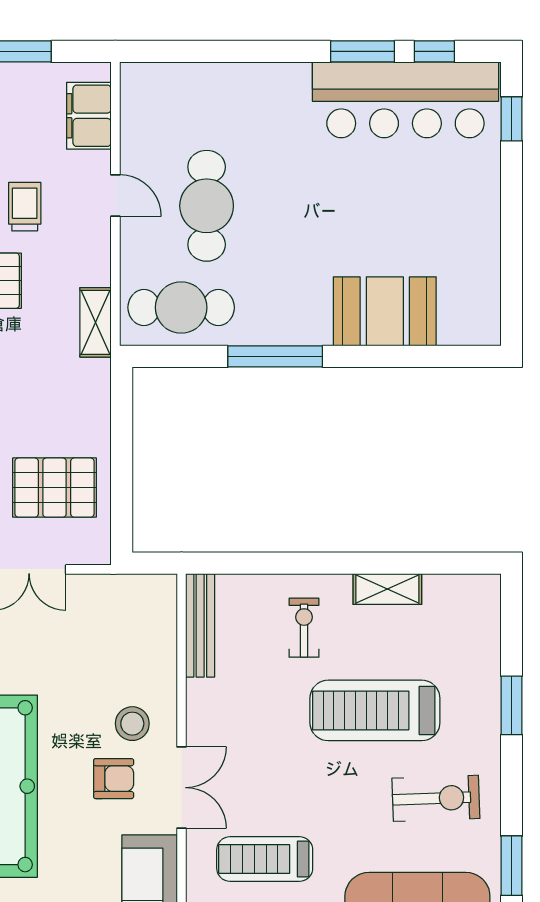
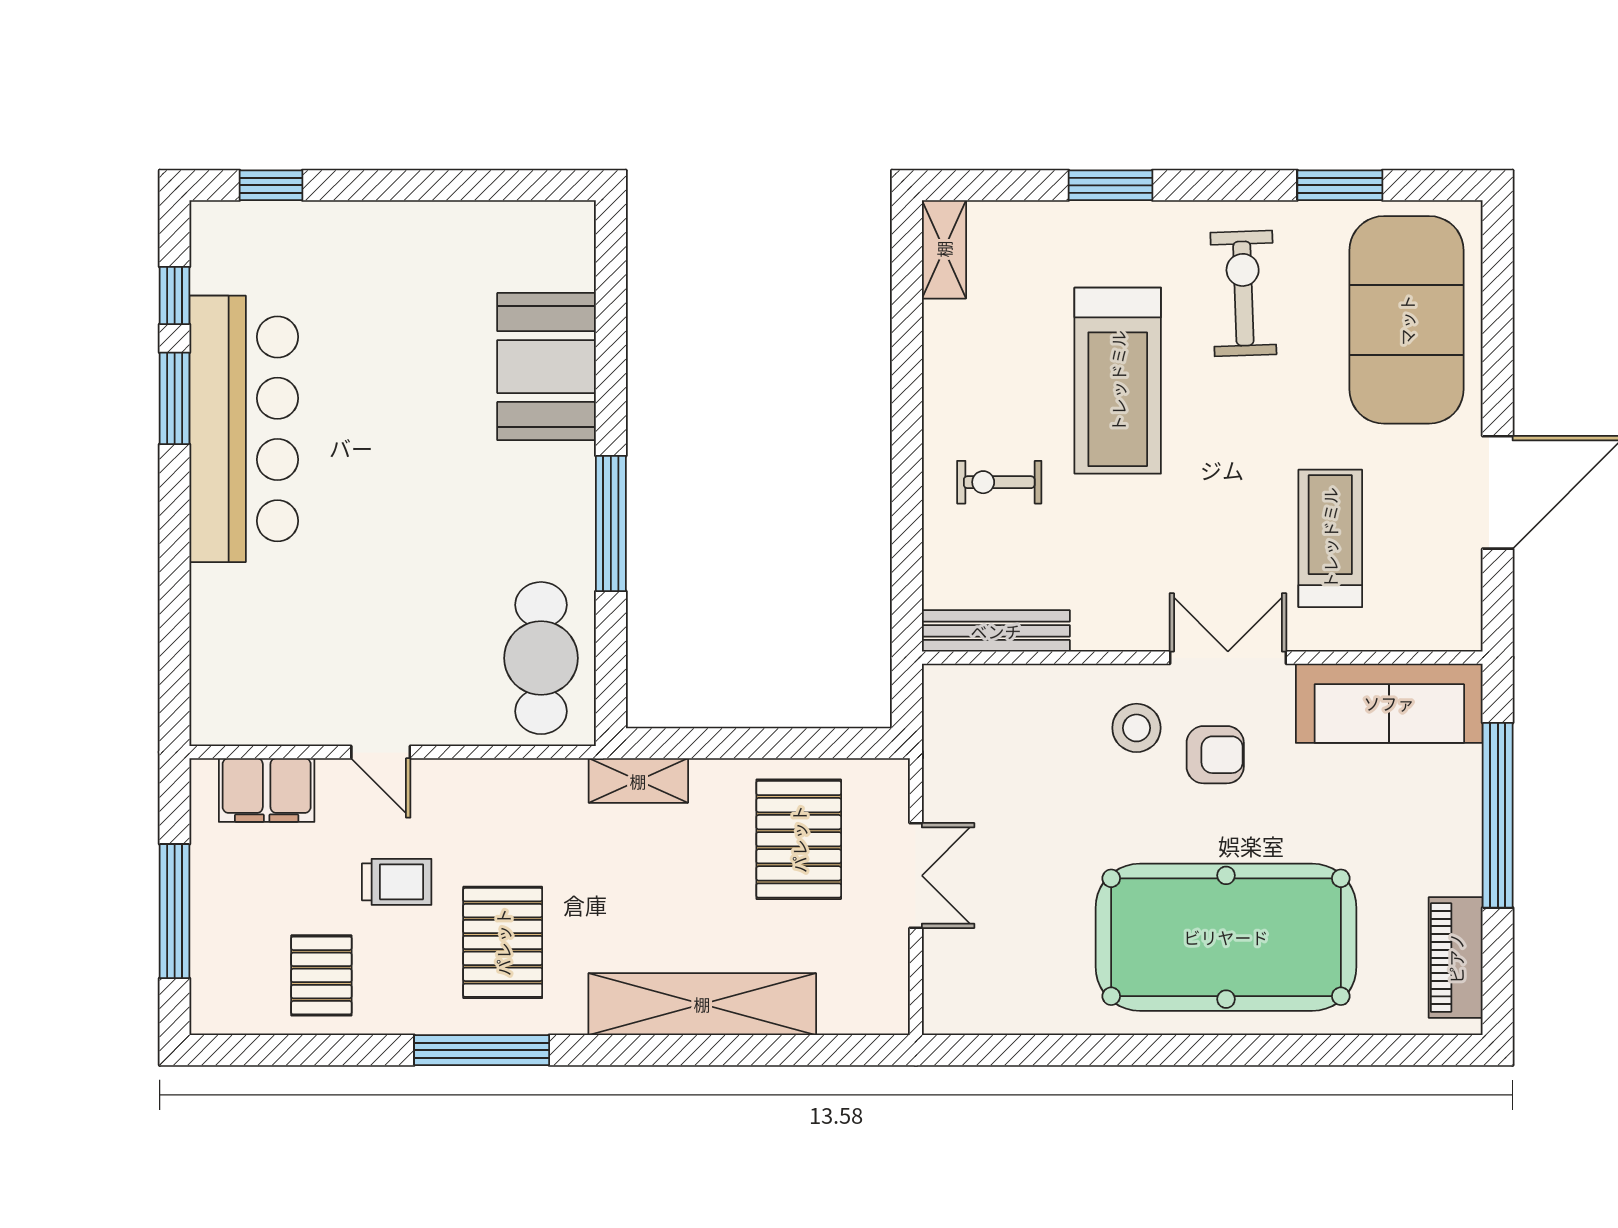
bar counter: (405, 100) -> (244, 429), moved
door: (115, 195) -> (381, 752), swing flipped
cafe table: (207, 206) -> (395, 622), removed
trolley: (25, 207) -> (397, 882), turned 180
shelving: (96, 322) -> (638, 781), moved
shelving: (387, 589) -> (944, 249), moved
armchair: (114, 779) -> (1215, 755), turned 90
treadmill: (265, 859) -> (1330, 538), turned 180

